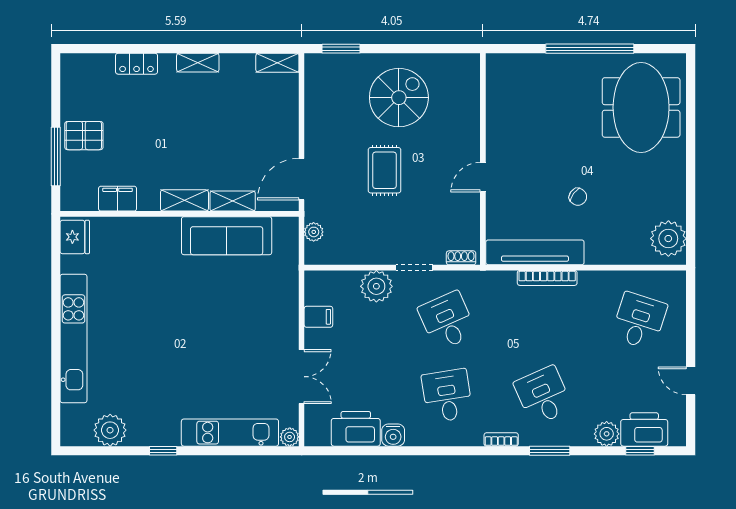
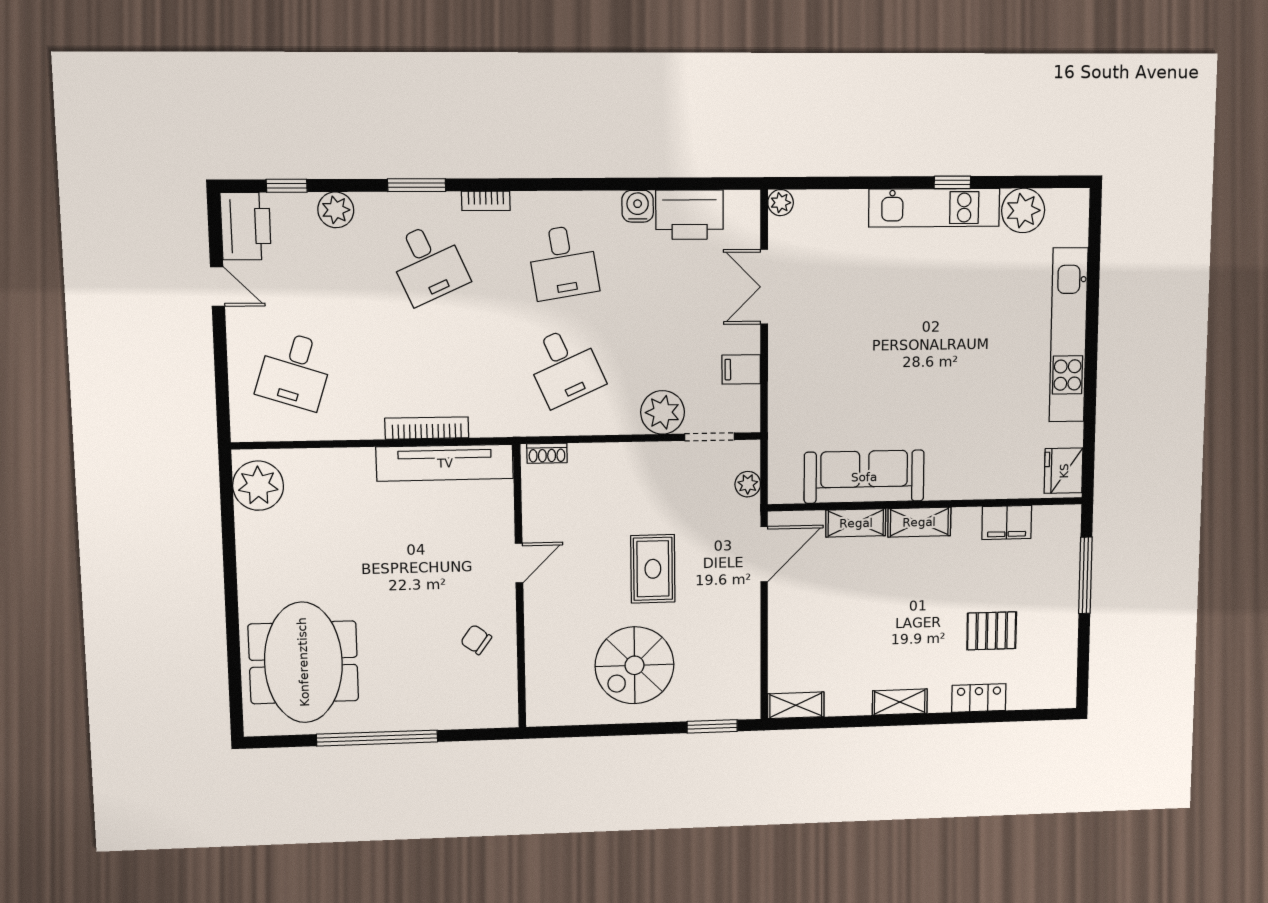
pallet: (84, 136) -> (992, 631), moved
chair: (578, 197) -> (476, 640), moved
doorway: (414, 268) -> (710, 437), moved
printer: (644, 429) -> (246, 226), moved, turned -90
kitchen unit: (230, 433) -> (934, 208), moved

